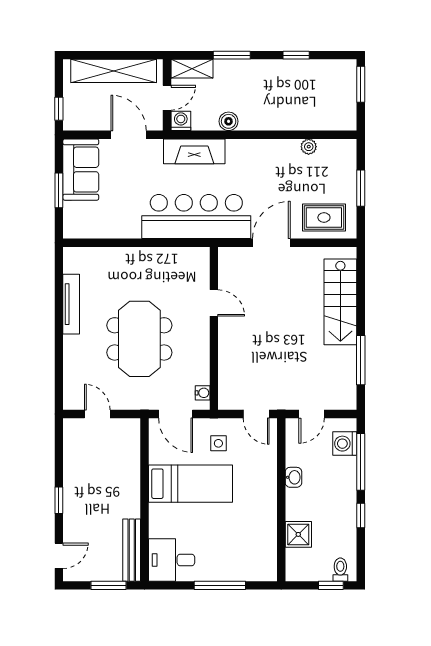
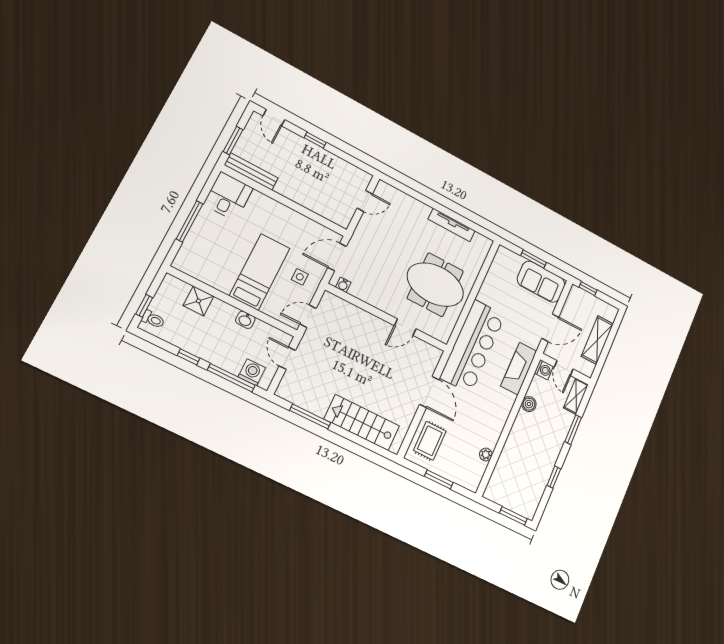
shelving: (114, 71) -> (597, 340), width x0.68
meeting table: (139, 339) -> (435, 285), moved
bed: (191, 484) -> (260, 272), moved, turned 180

